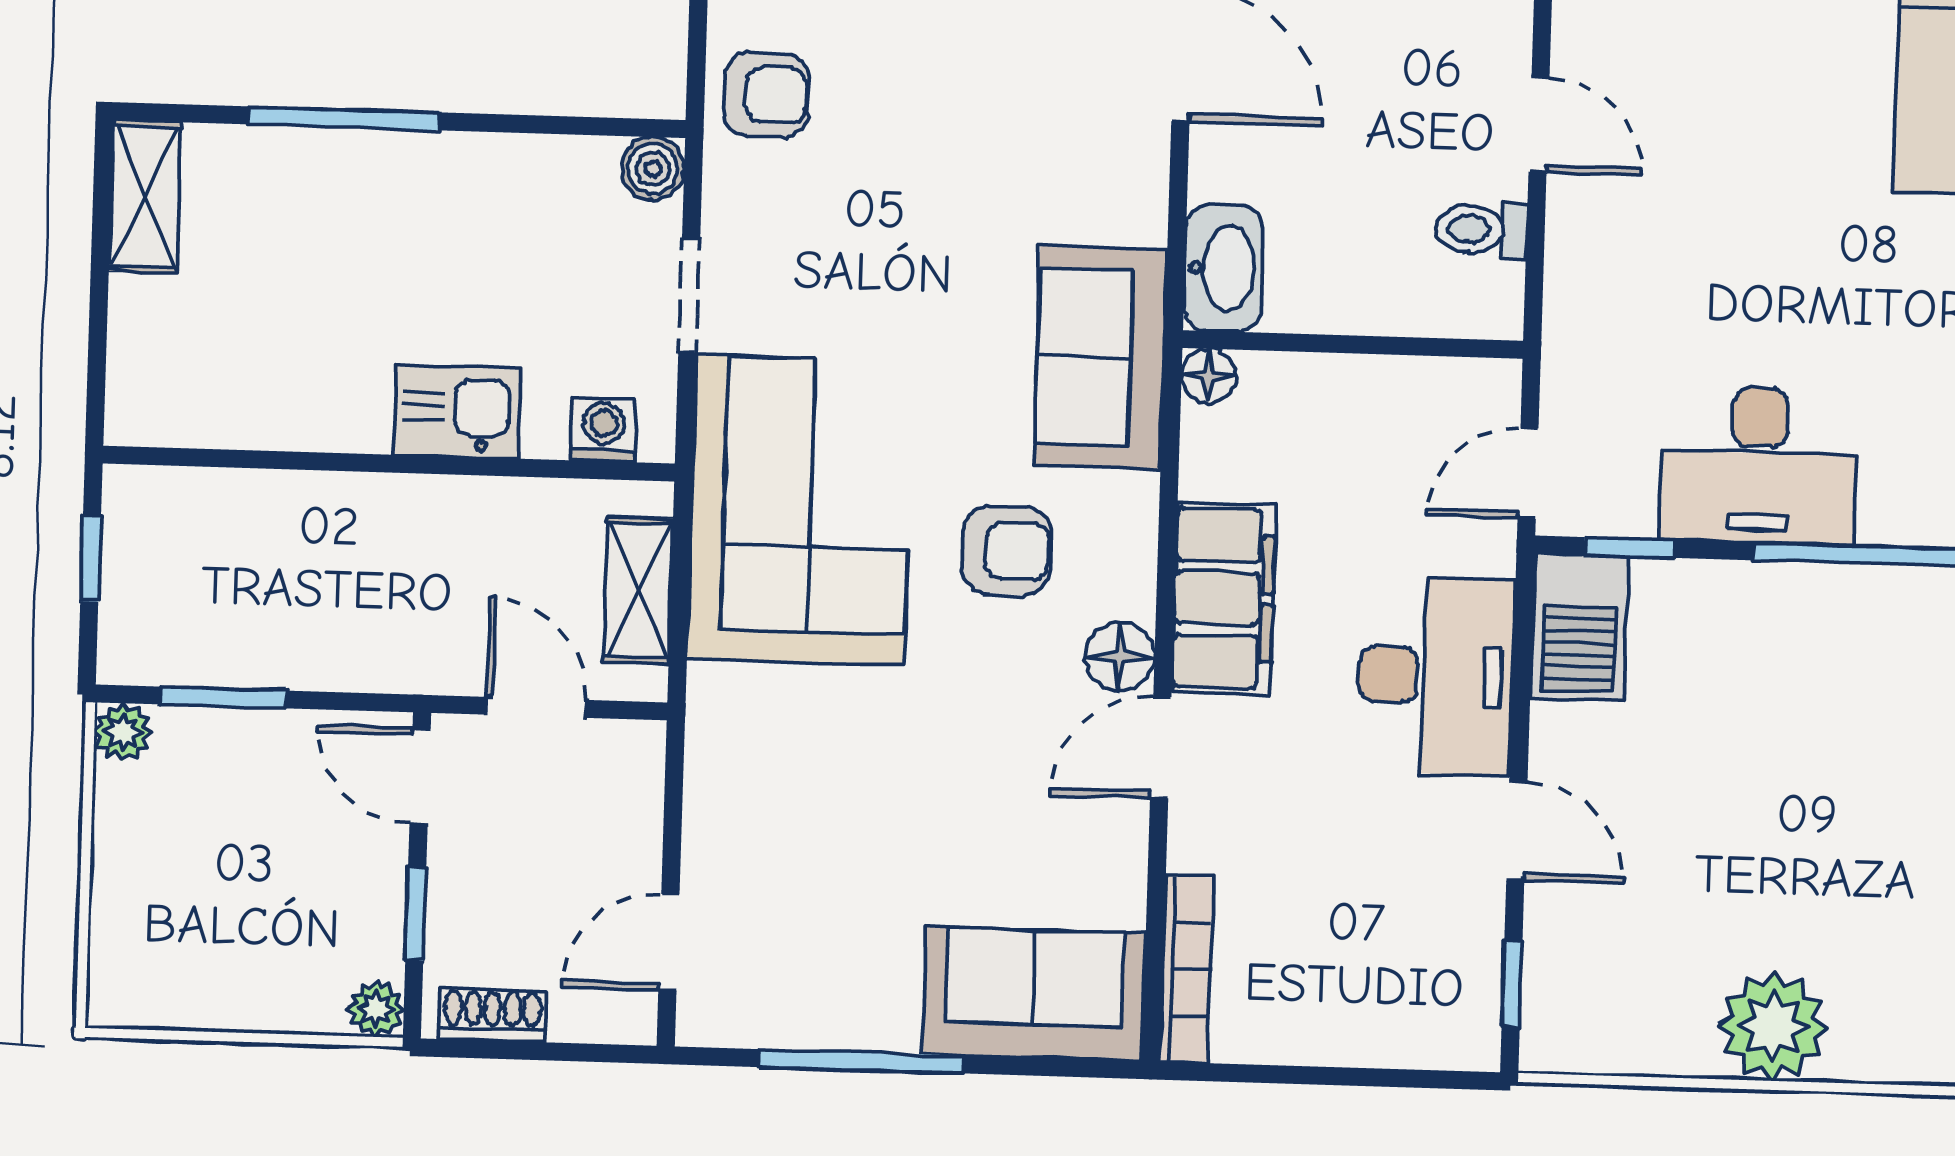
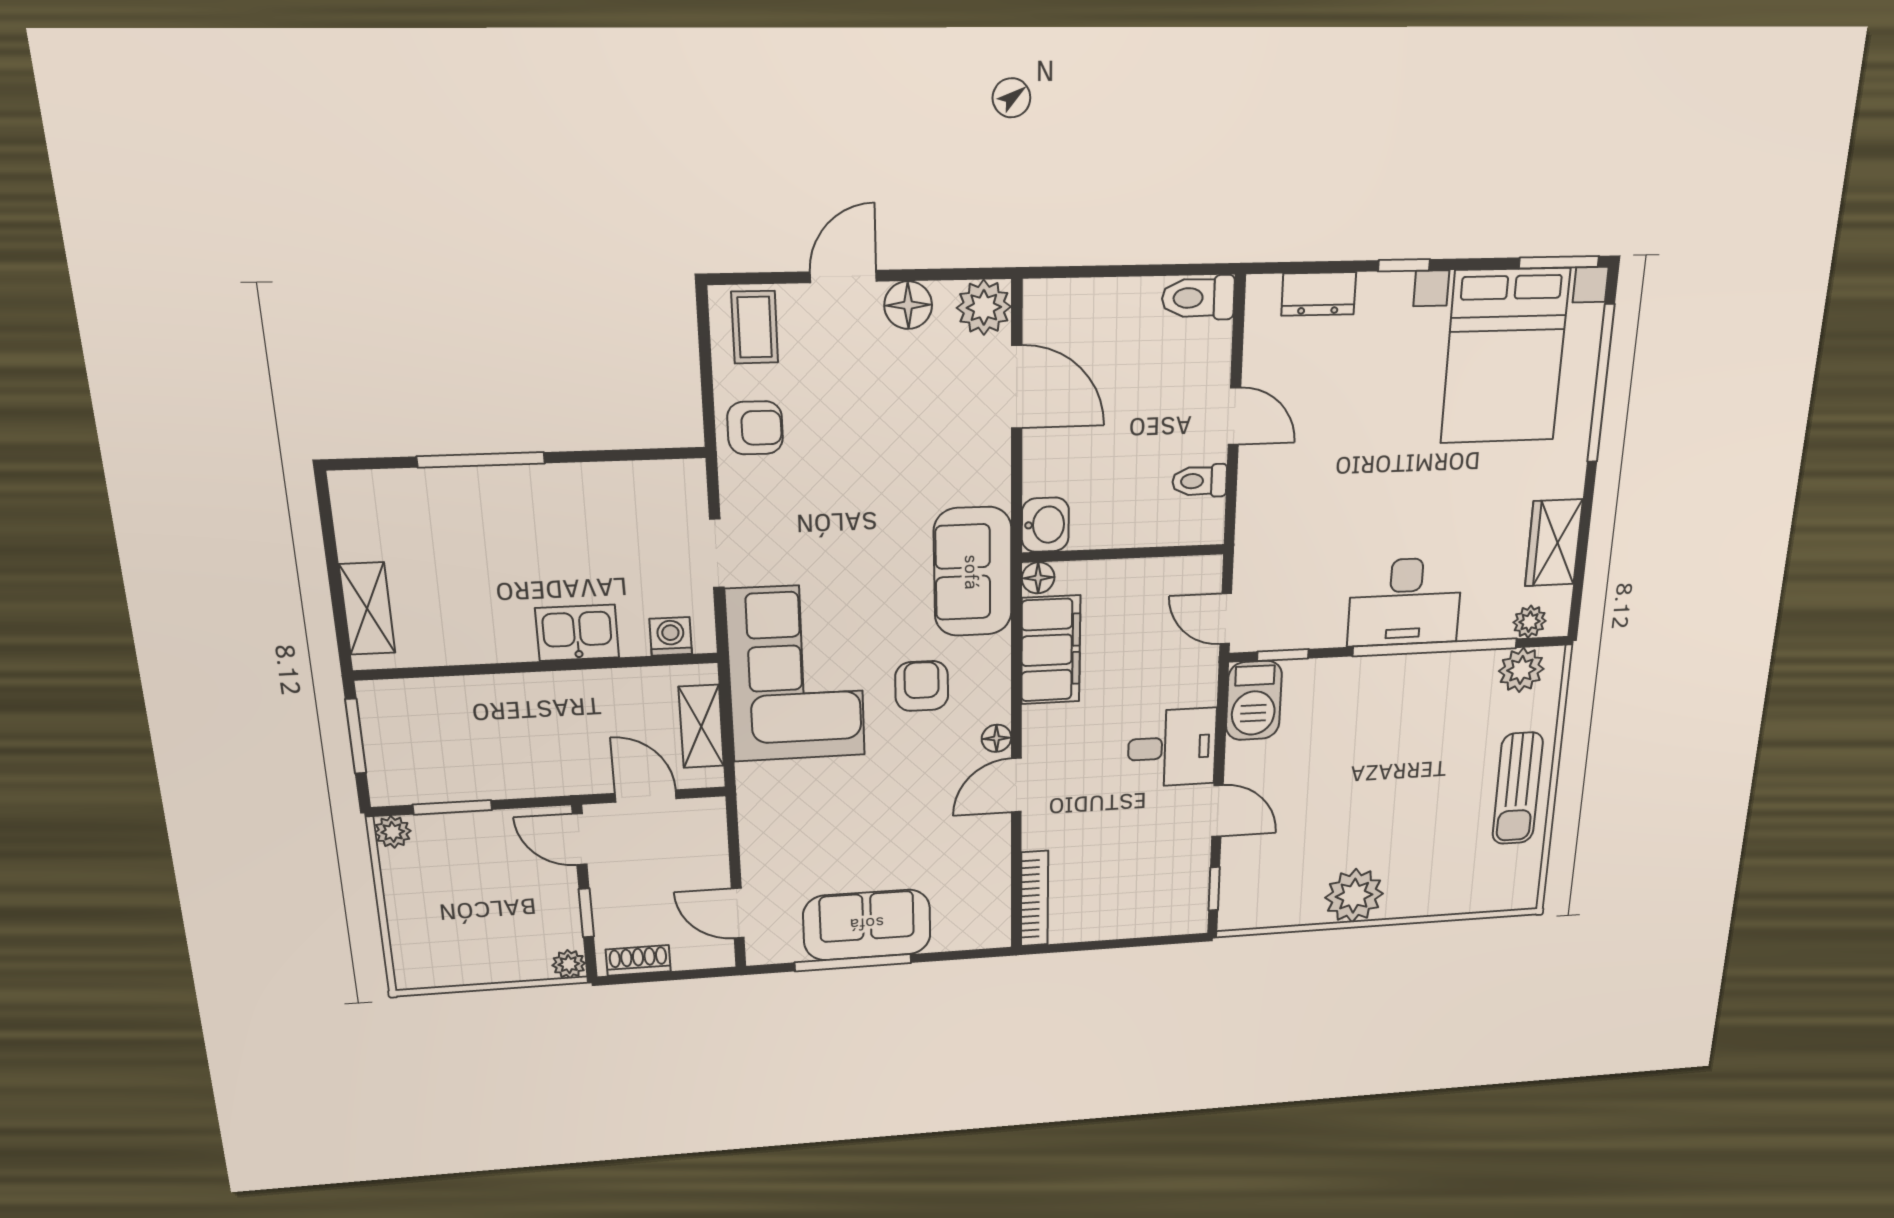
boiler: (653, 169) -> (686, 478), removed
shelving: (145, 196) -> (367, 609), moved
washbasin: (1223, 268) -> (1045, 525), width x0.72
desk: (1759, 465) -> (1405, 602), moved
door: (1528, 473) -> (1226, 619), hinge flipped
armchair: (1007, 551) -> (922, 686), turned -90
window: (91, 558) -> (356, 736), width x1.50
filing cabinet: (1224, 598) -> (1051, 650), moved
floor lamp: (1120, 657) -> (996, 738), width x0.73, depth x0.73
desk: (1436, 676) -> (1172, 748), width x0.73
door: (669, 942) -> (738, 913), hinge flipped
sofa: (1034, 994) -> (867, 925), moved

